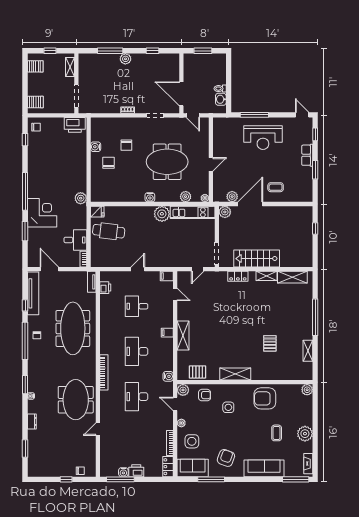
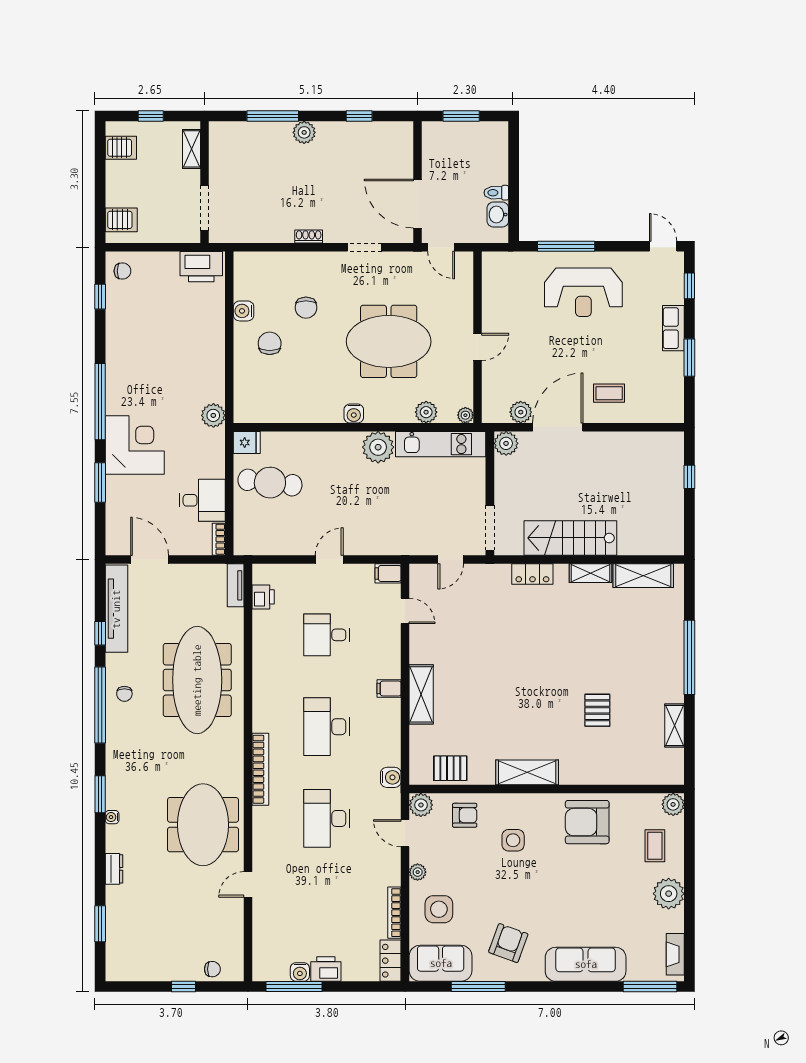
coffee table: (277, 433) -> (655, 846), moved

